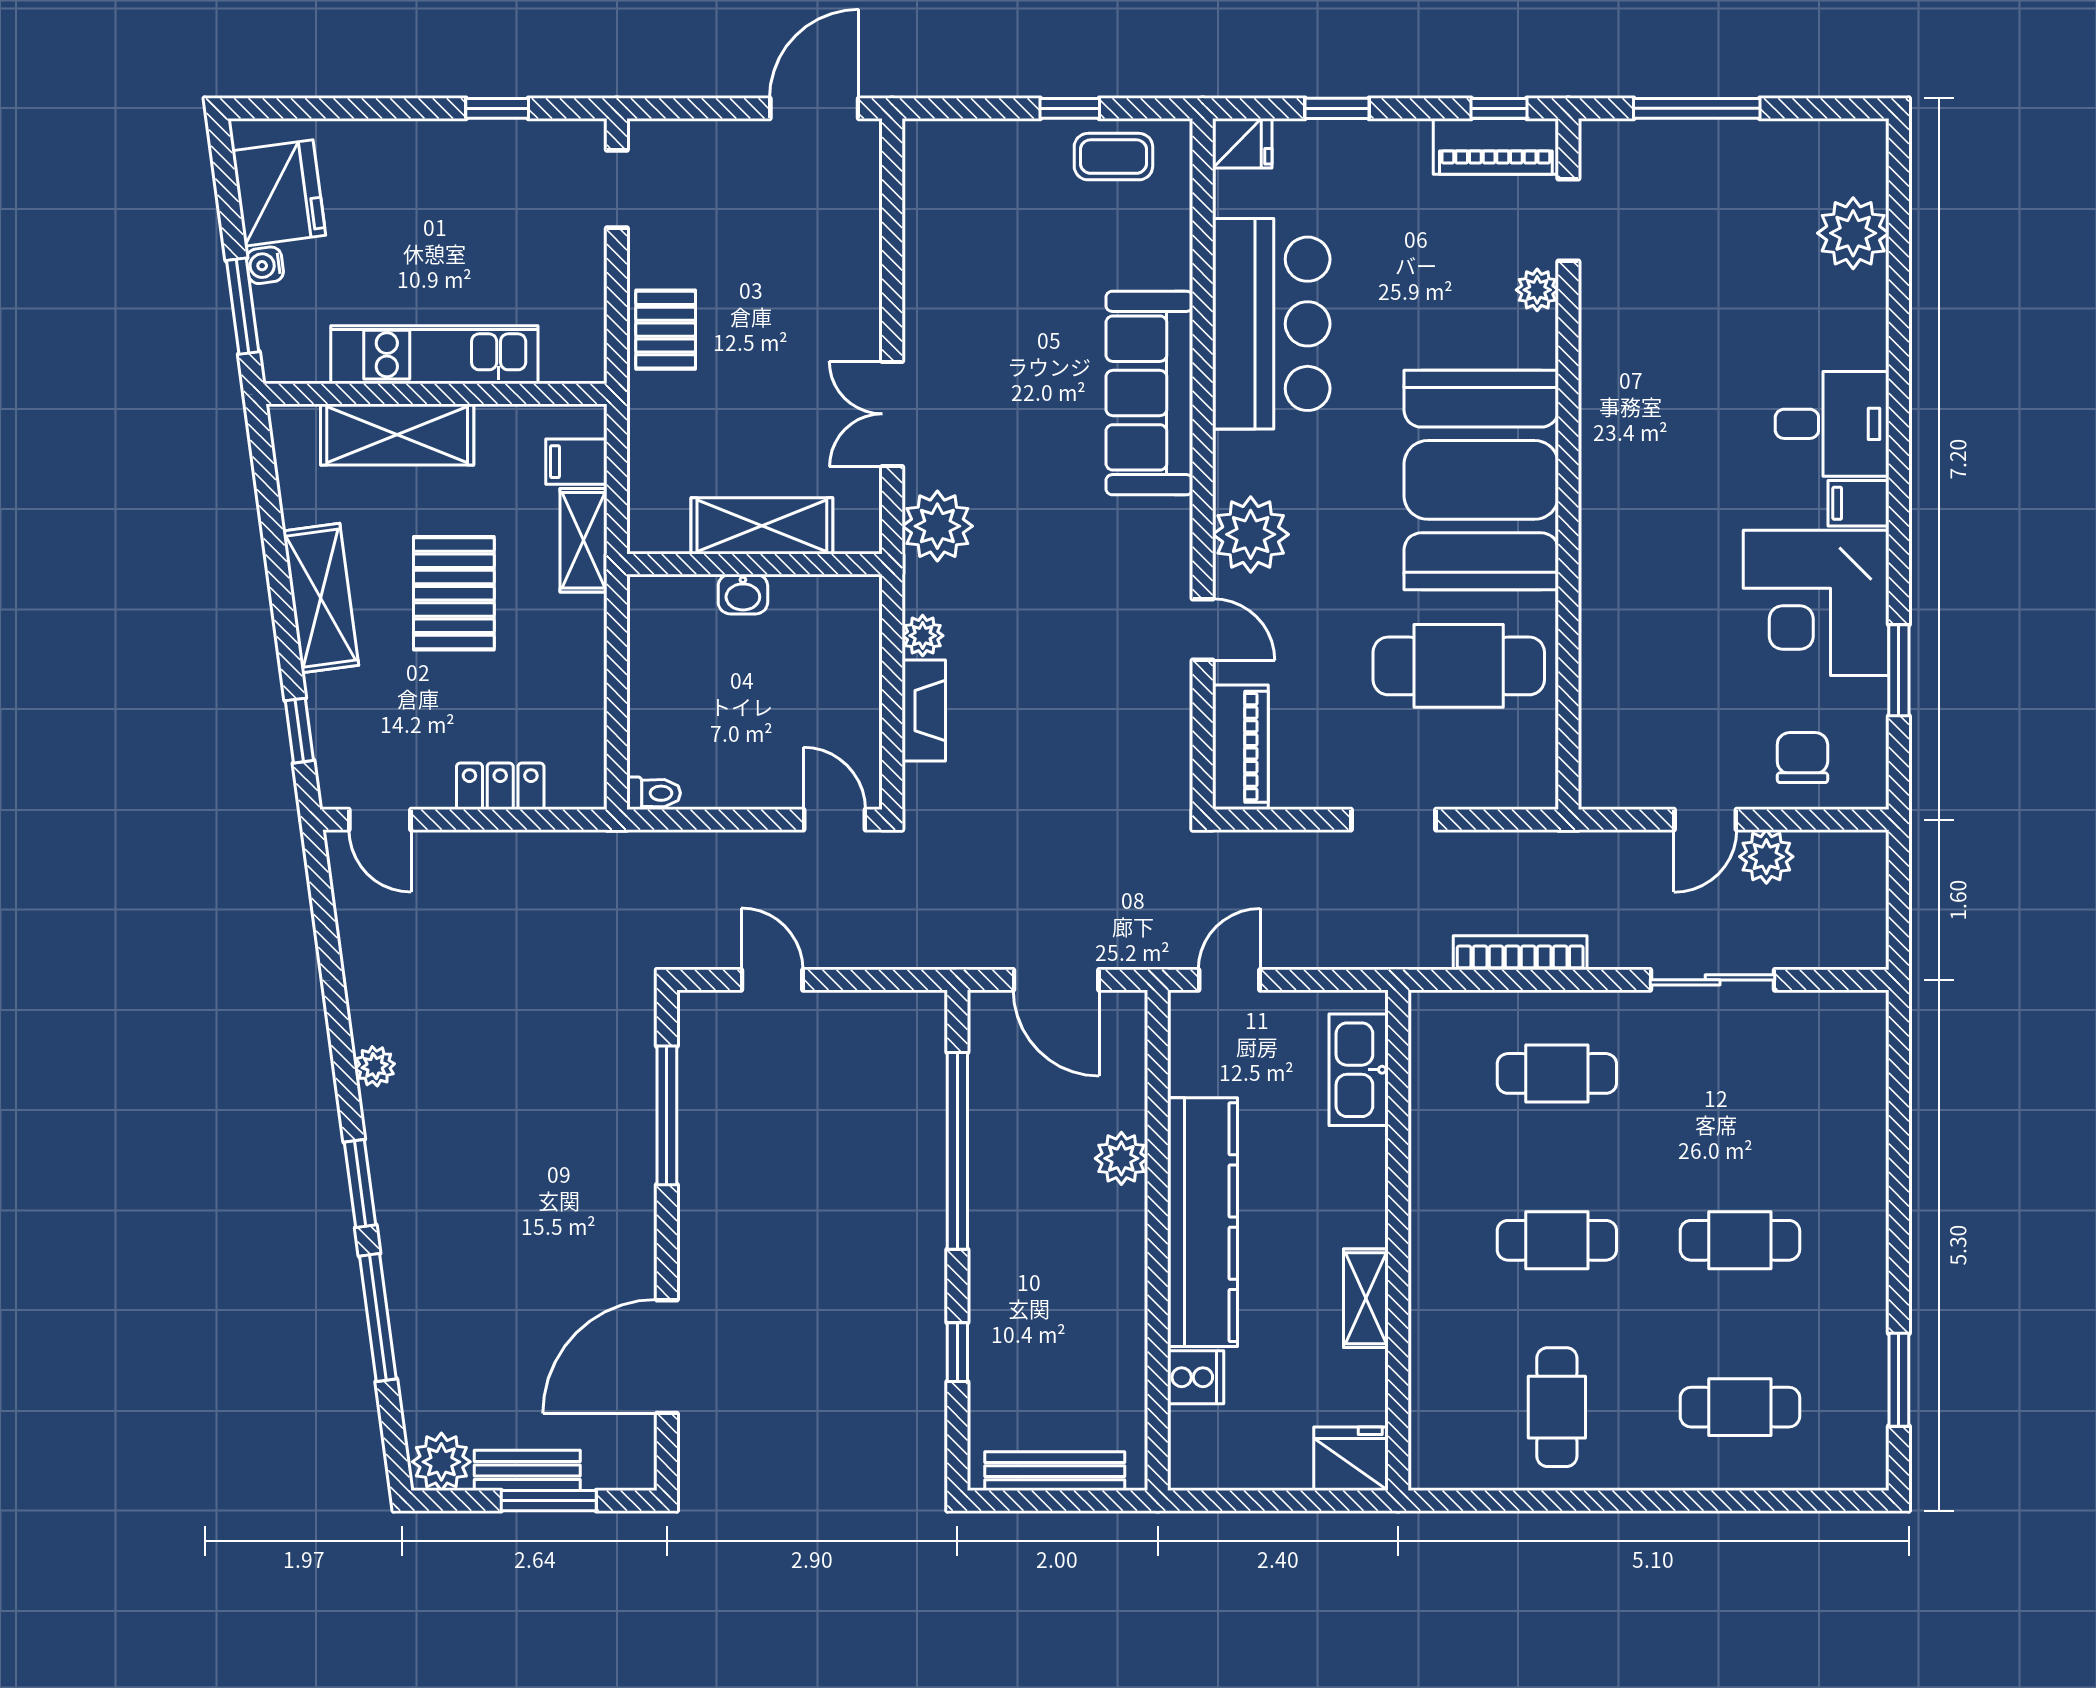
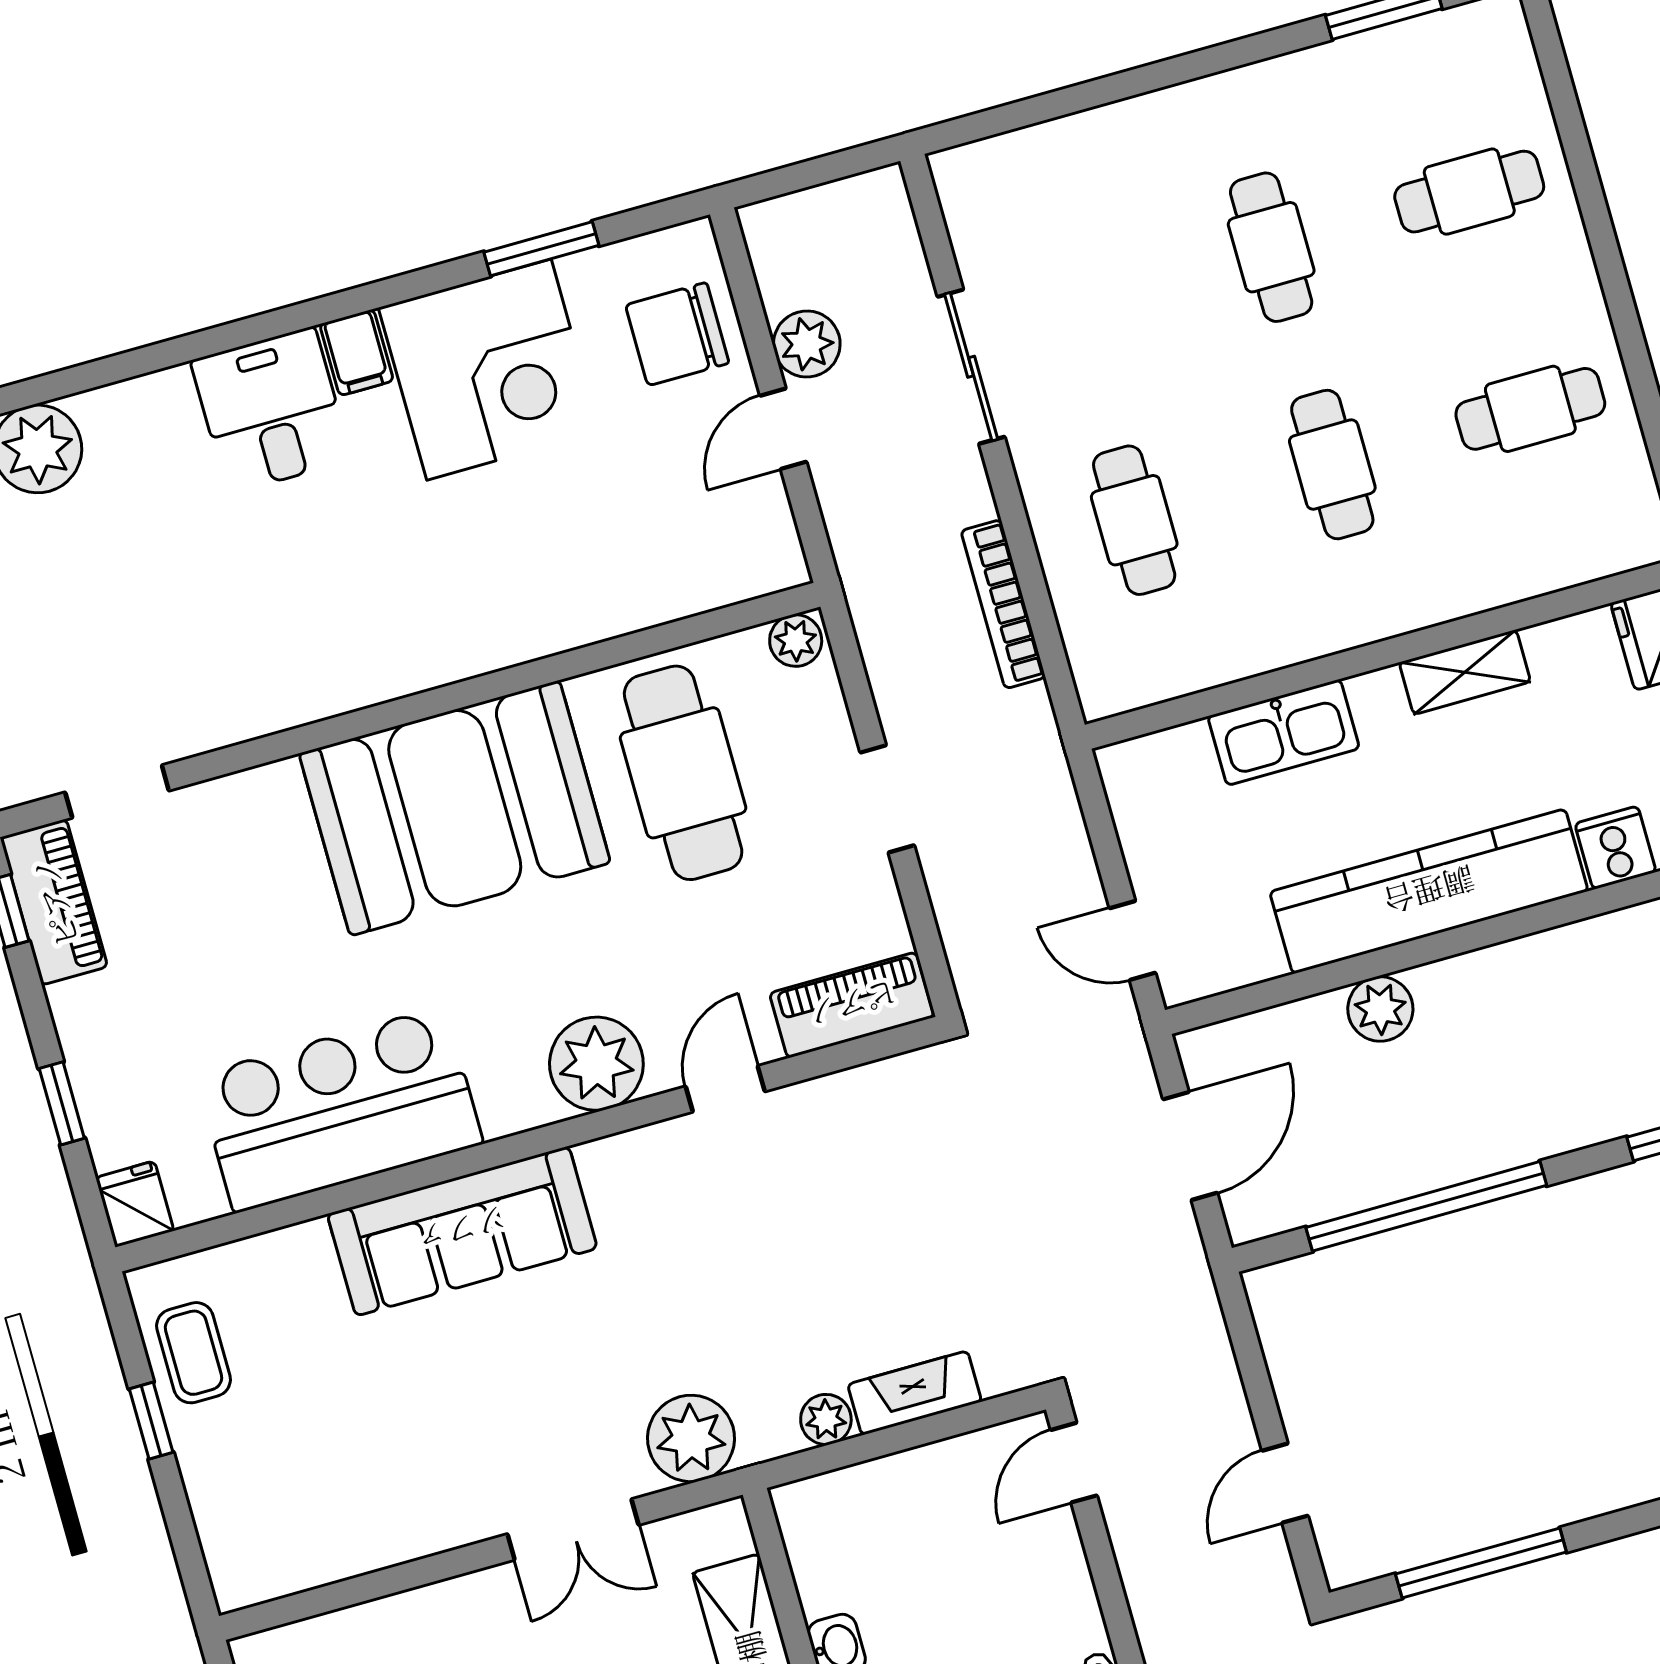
plant: (1537, 290) -> (796, 641), moved
chair: (1802, 758) -> (677, 334), width x1.37, depth x1.37
door: (1705, 820) -> (783, 429), swing flipped
kitchen sink: (1359, 1070) -> (1284, 732), moved
cafe table: (1740, 1407) -> (1469, 192), turned 90

